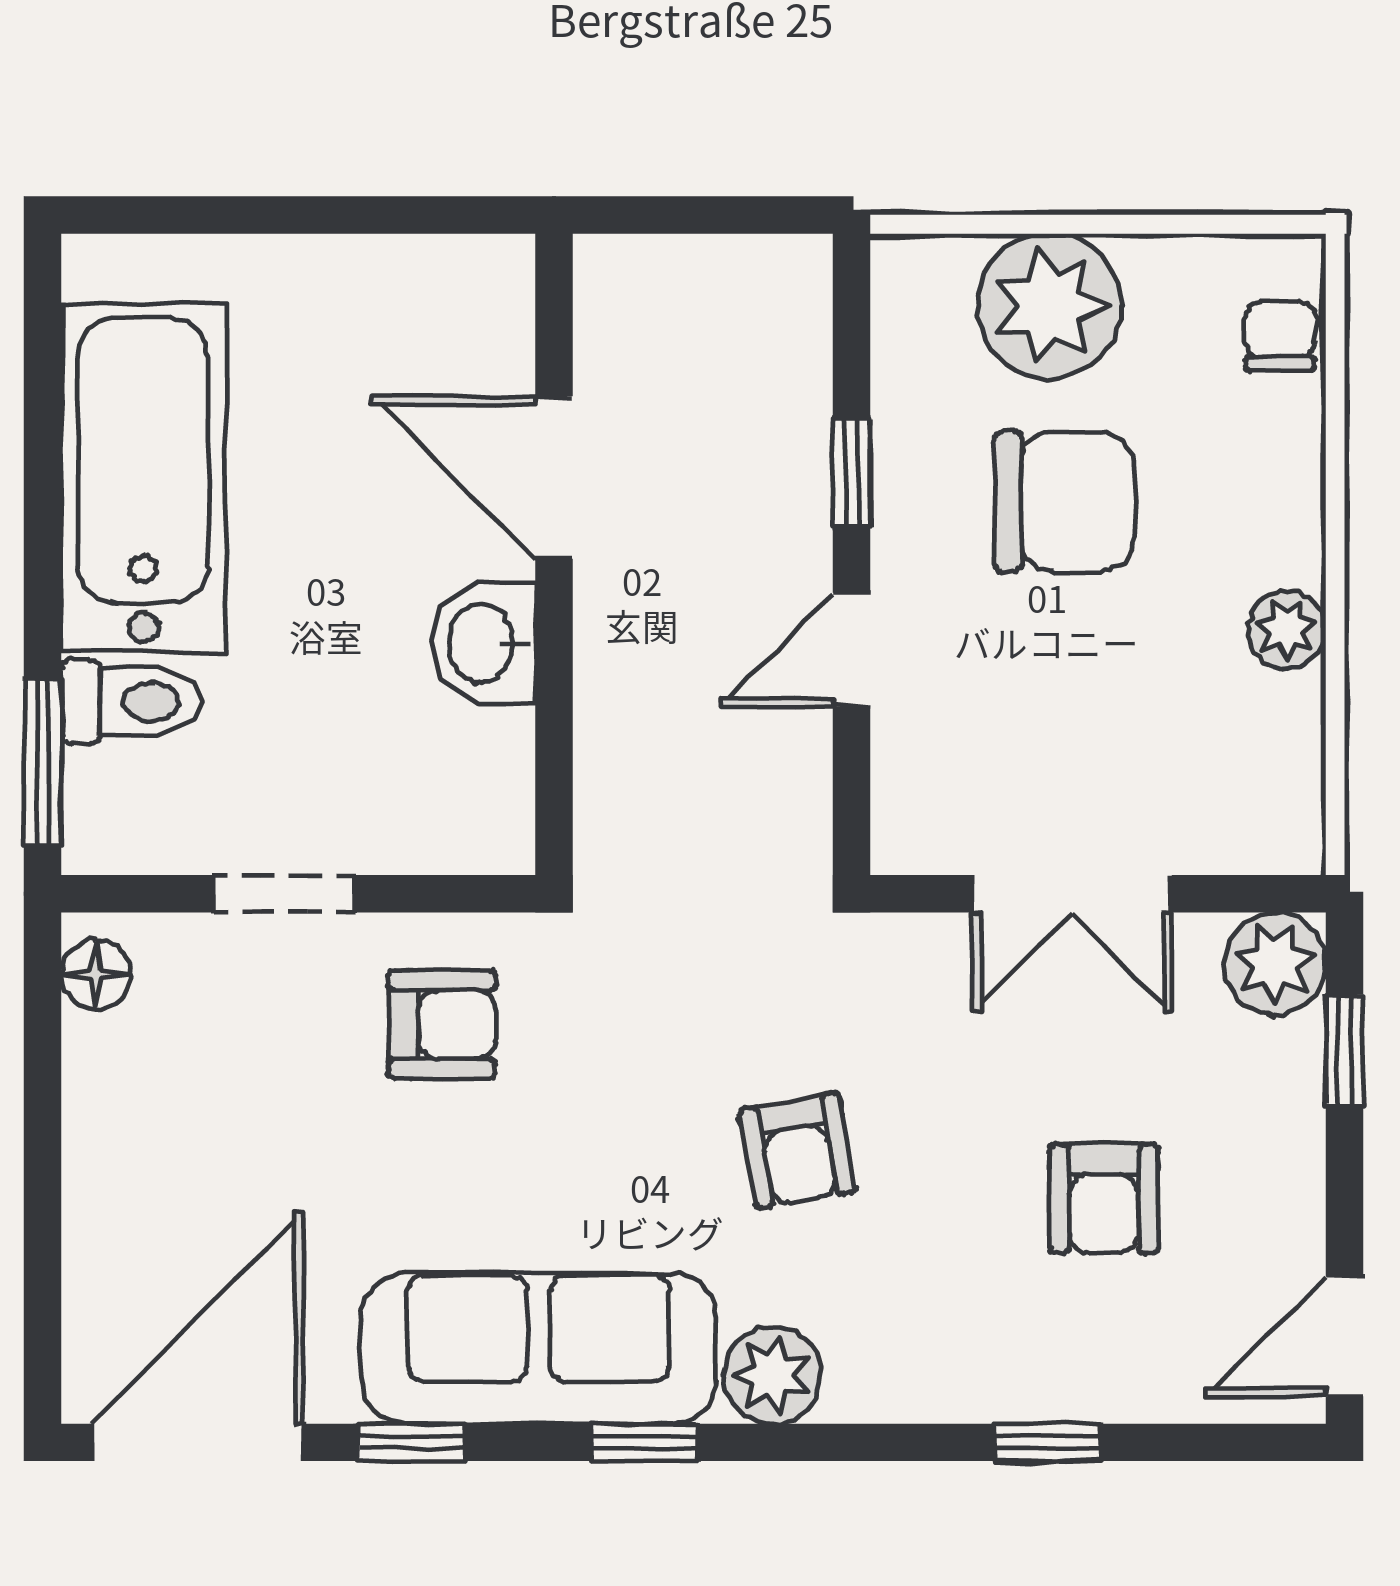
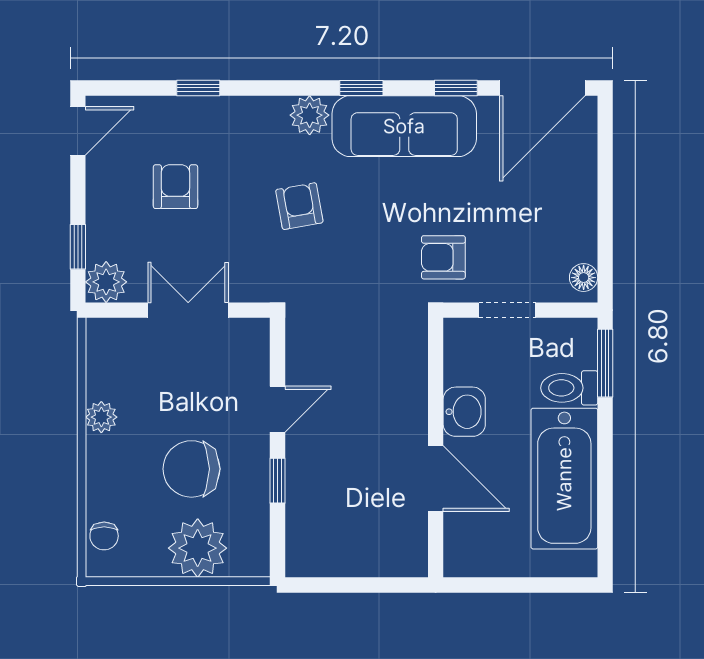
door: (554, 477) -> (436, 479), moved
wall: (554, 554) -> (436, 448), moved
washbasin: (484, 643) -> (464, 412), moved

